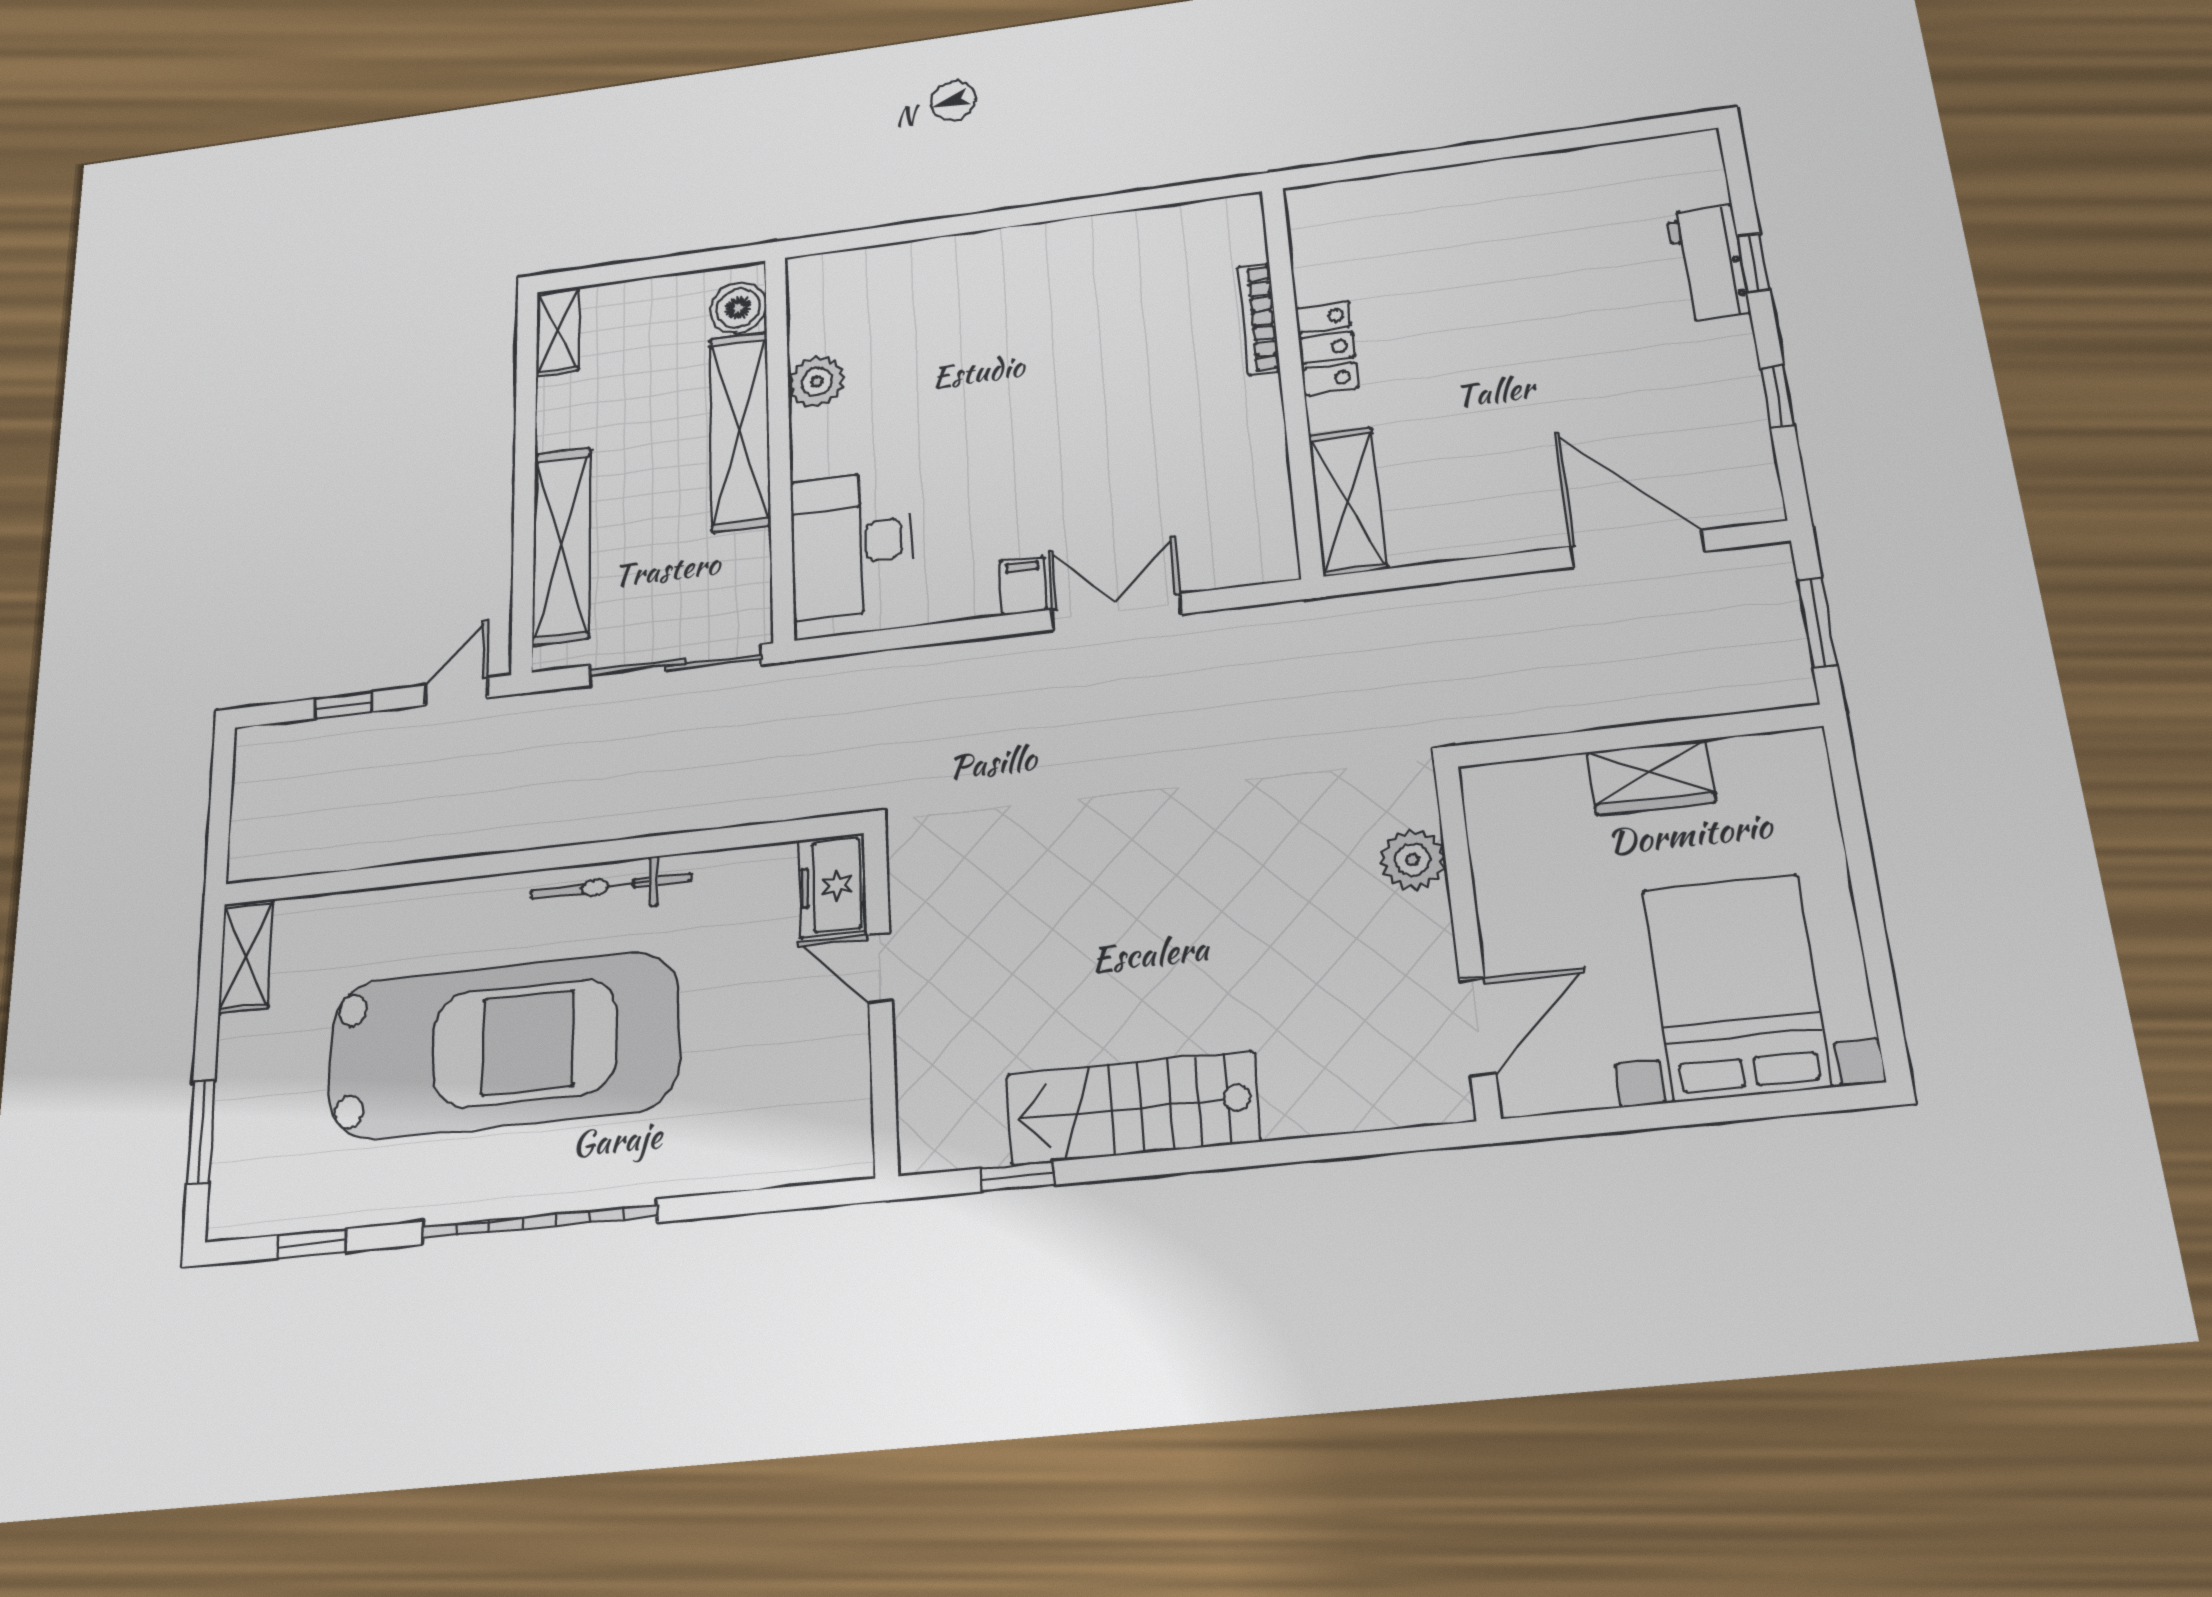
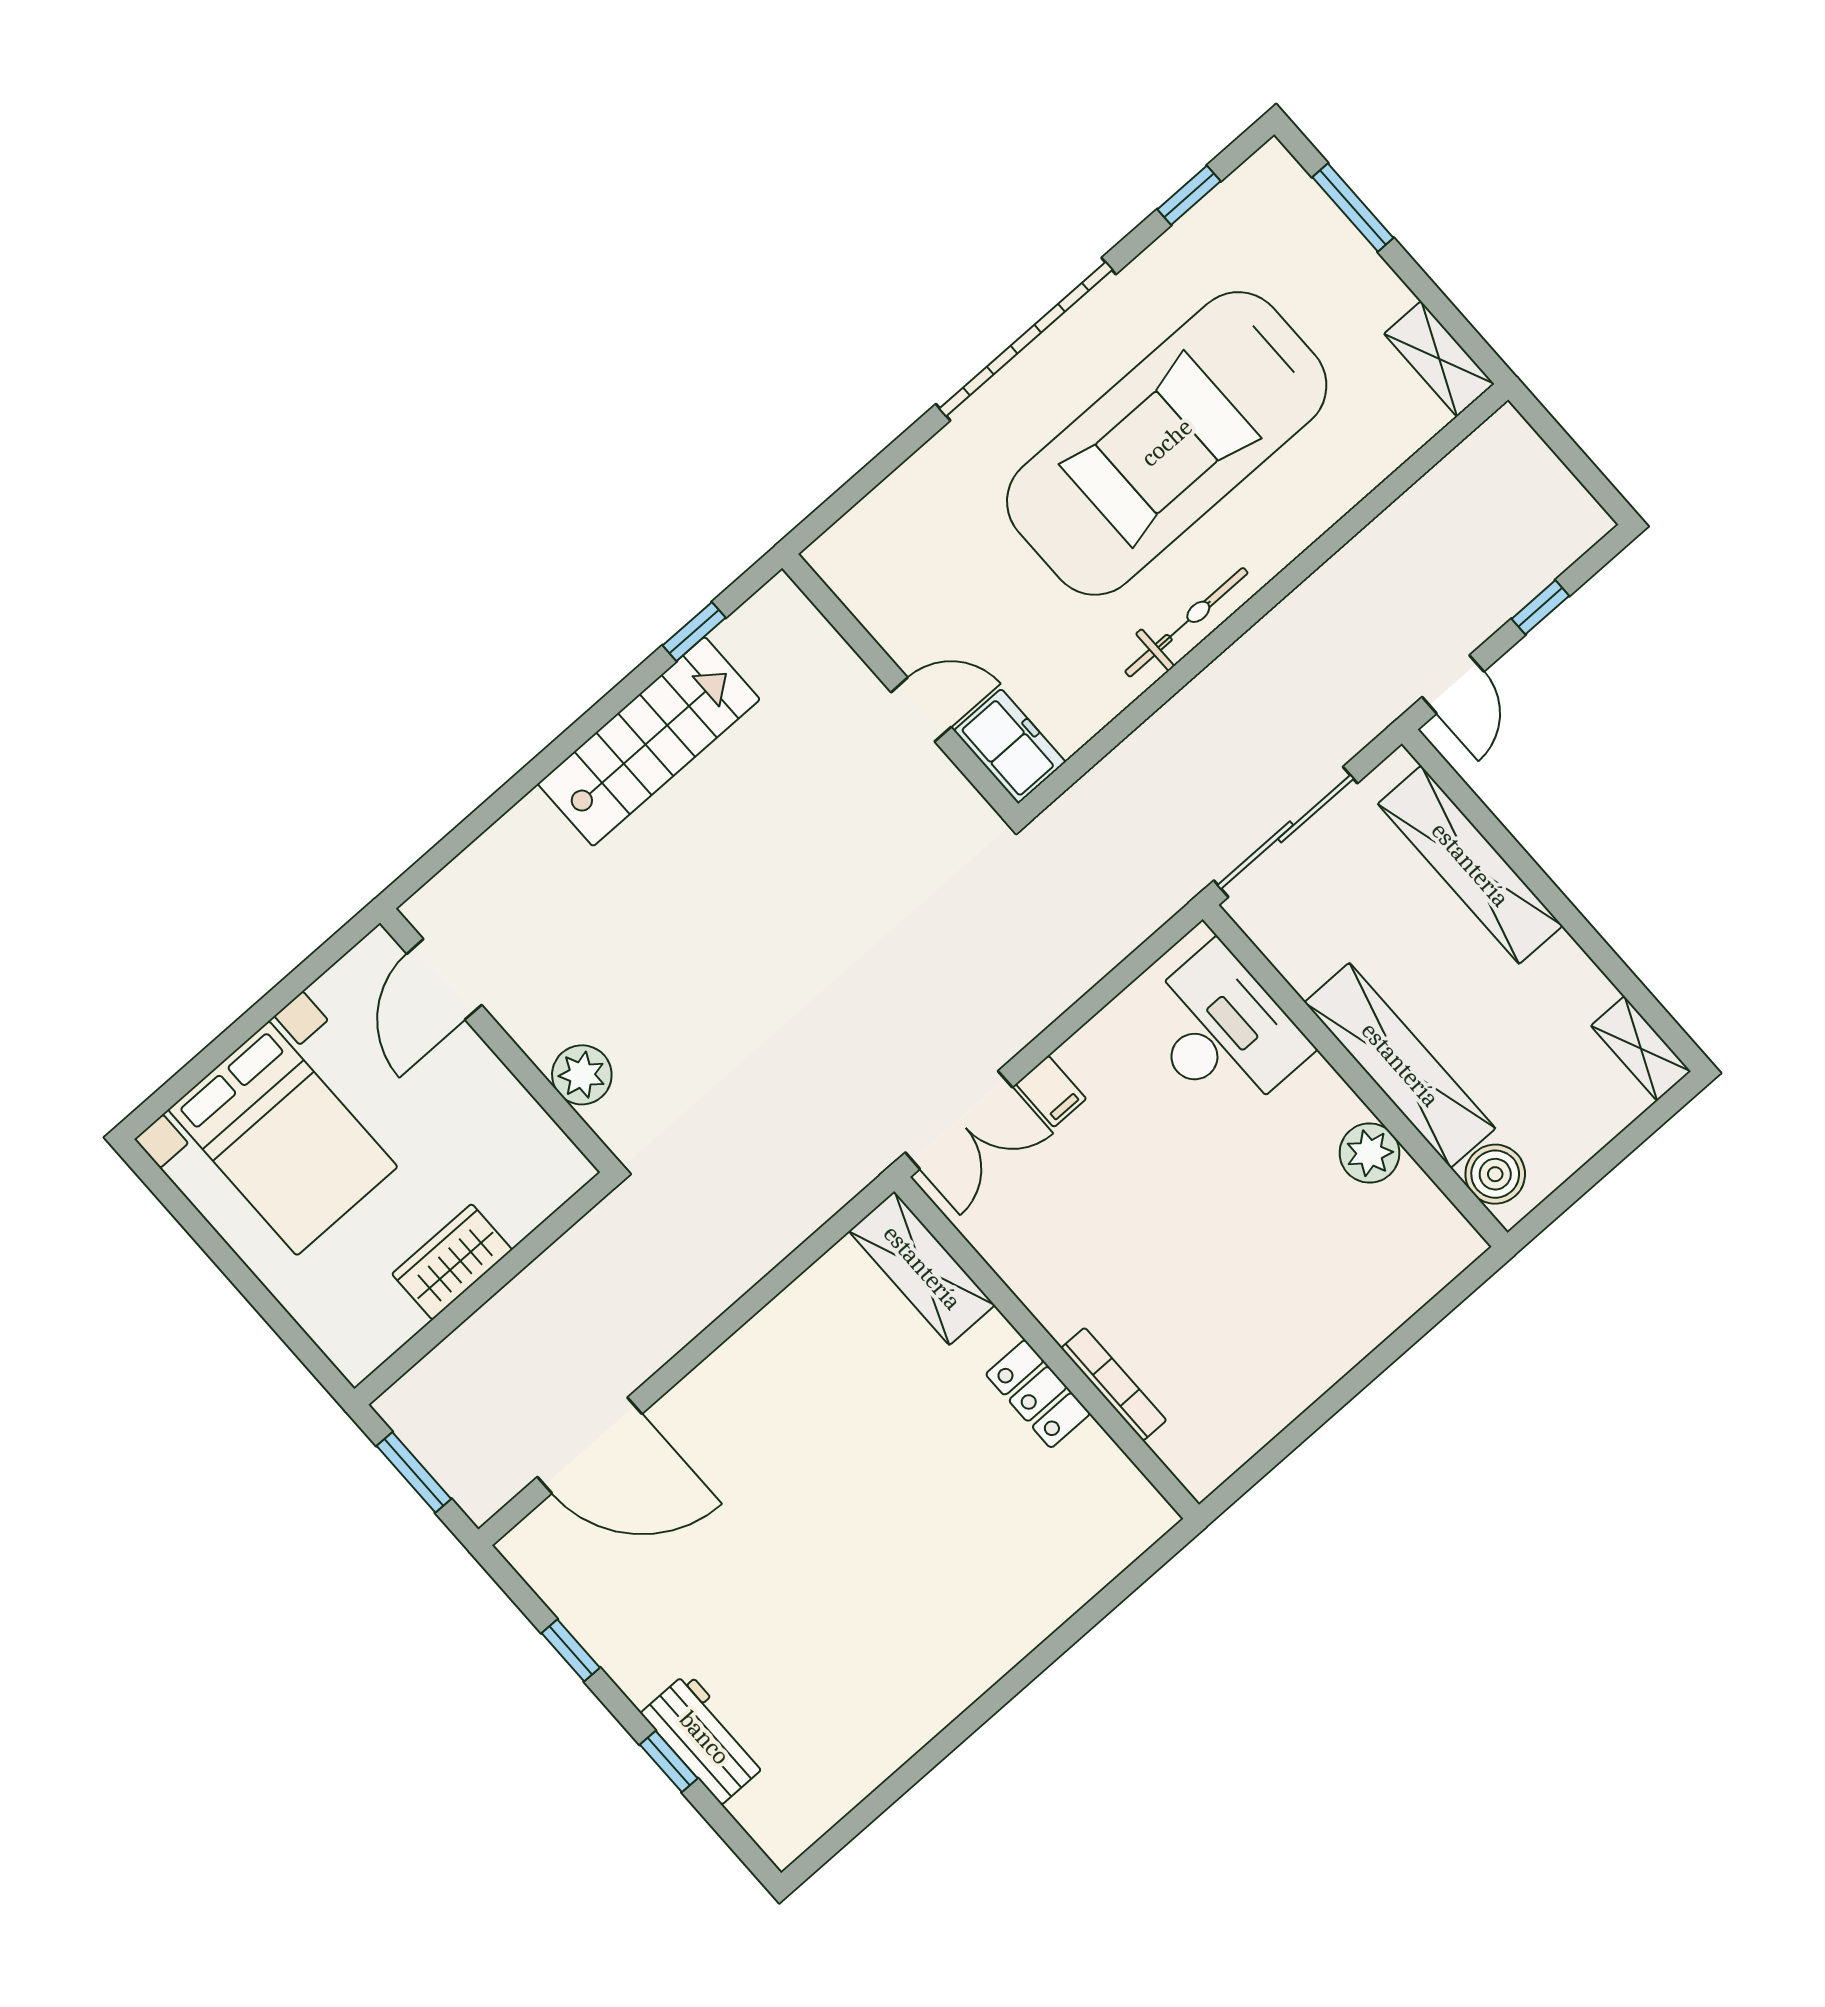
bookcase: (1259, 319) -> (1114, 1384), moved
locker: (1327, 348) -> (1038, 1394), moved
wall: (1292, 378) -> (1047, 1348), moved
shelving: (1348, 502) -> (922, 1268), moved

